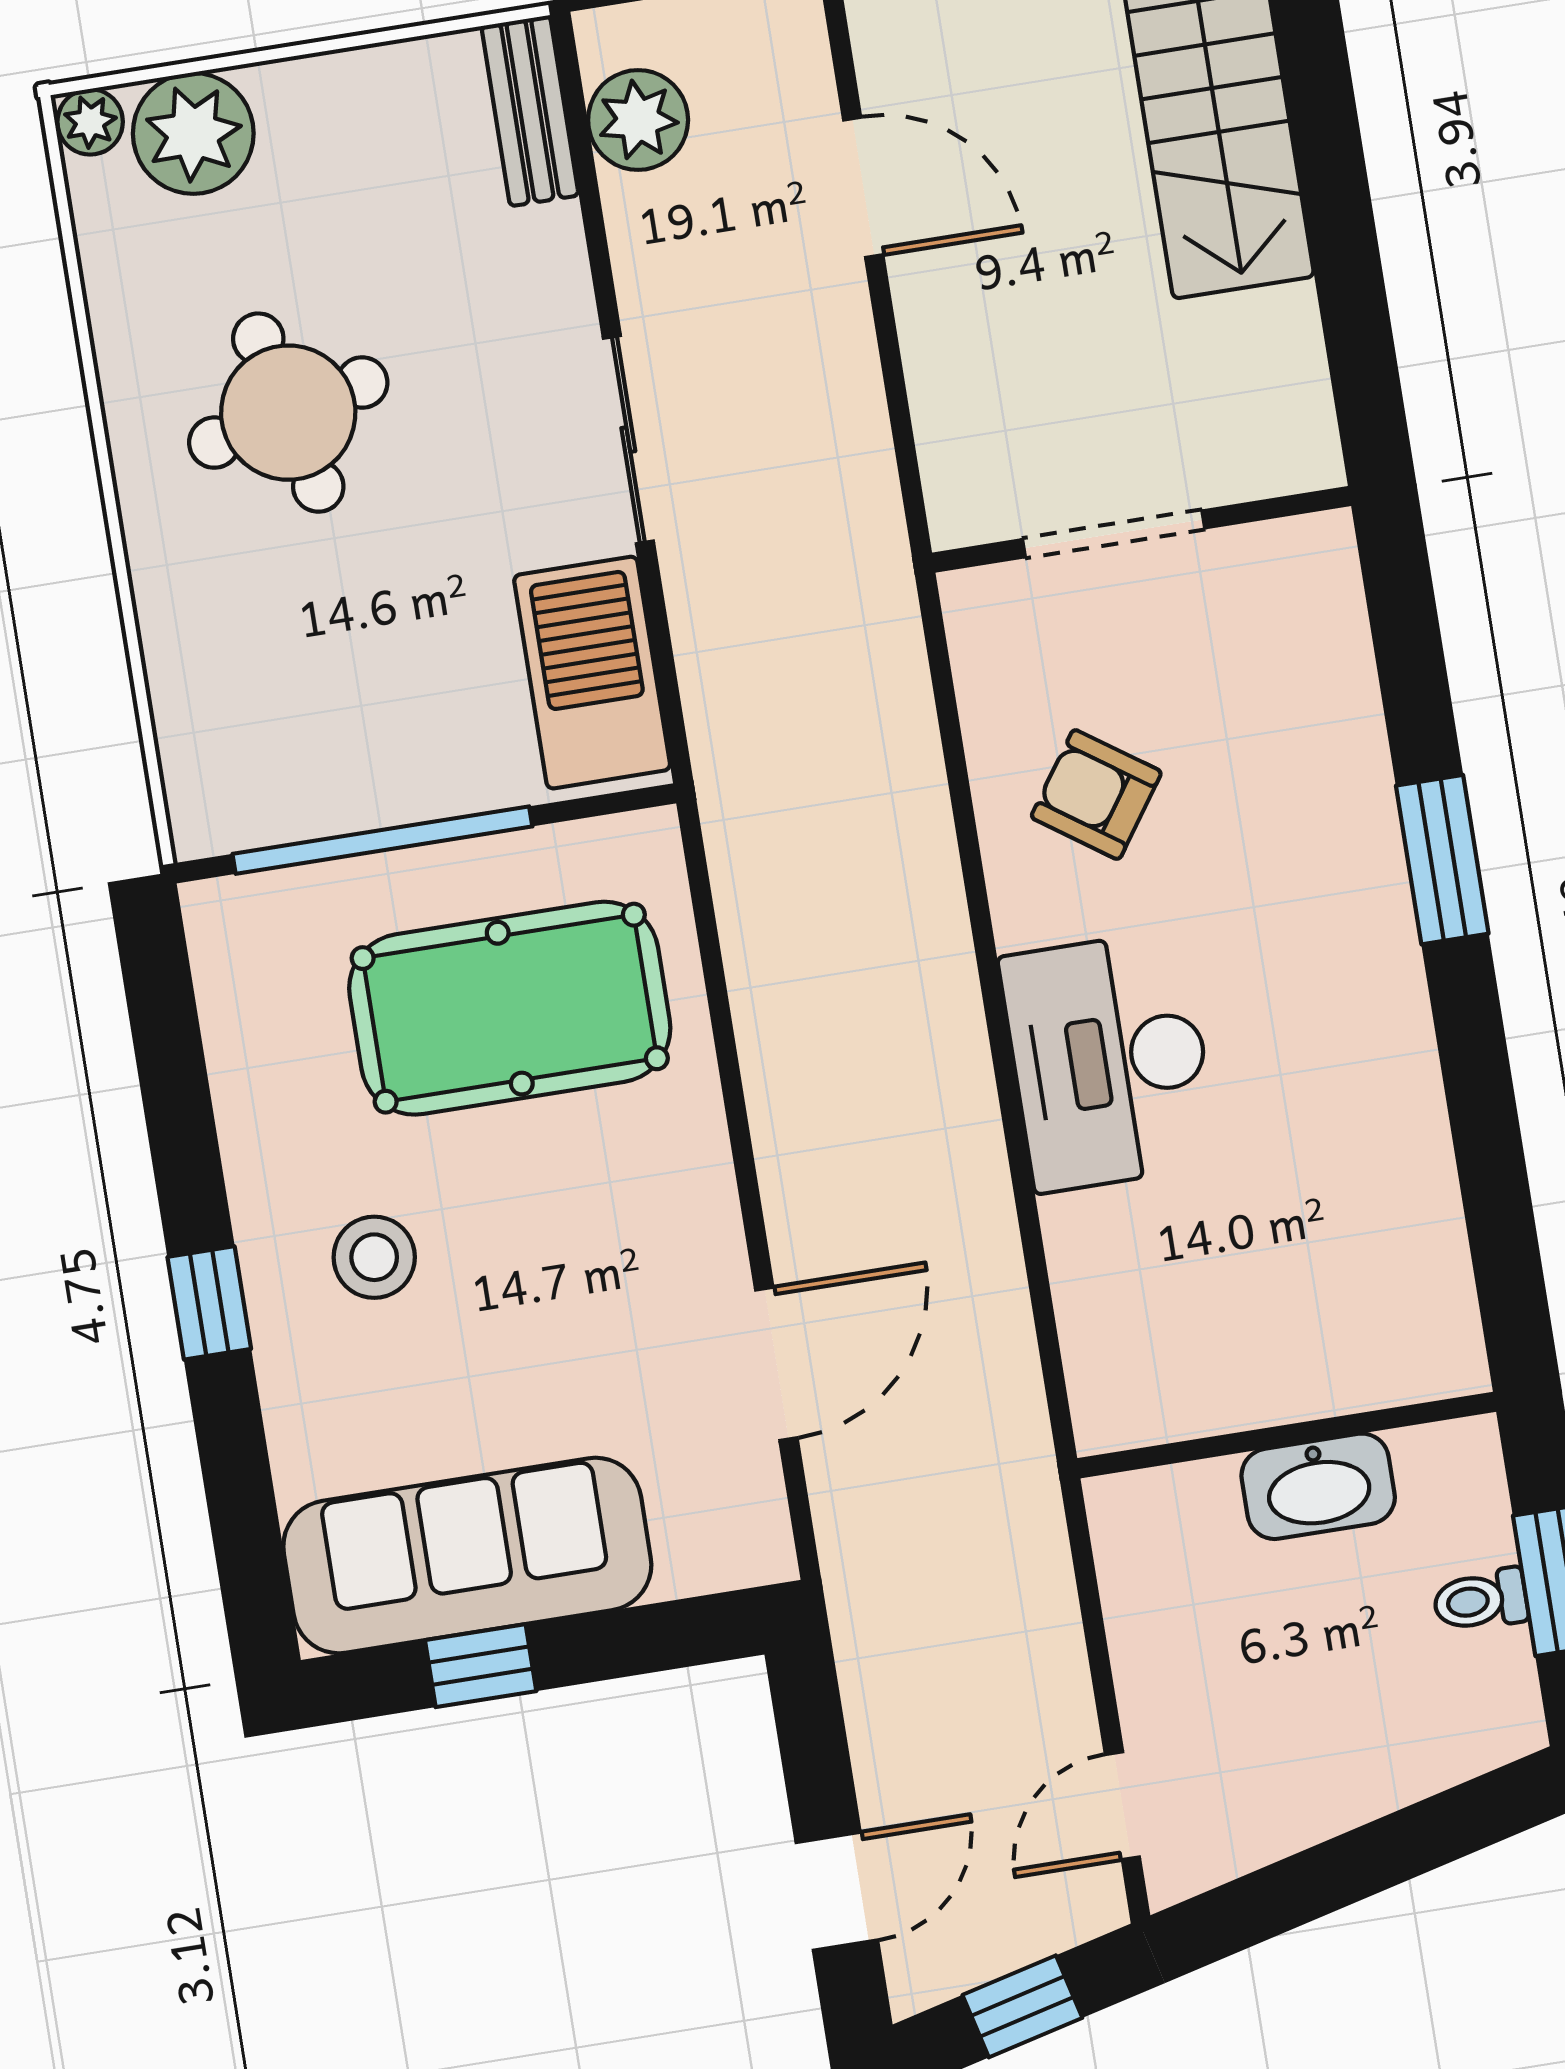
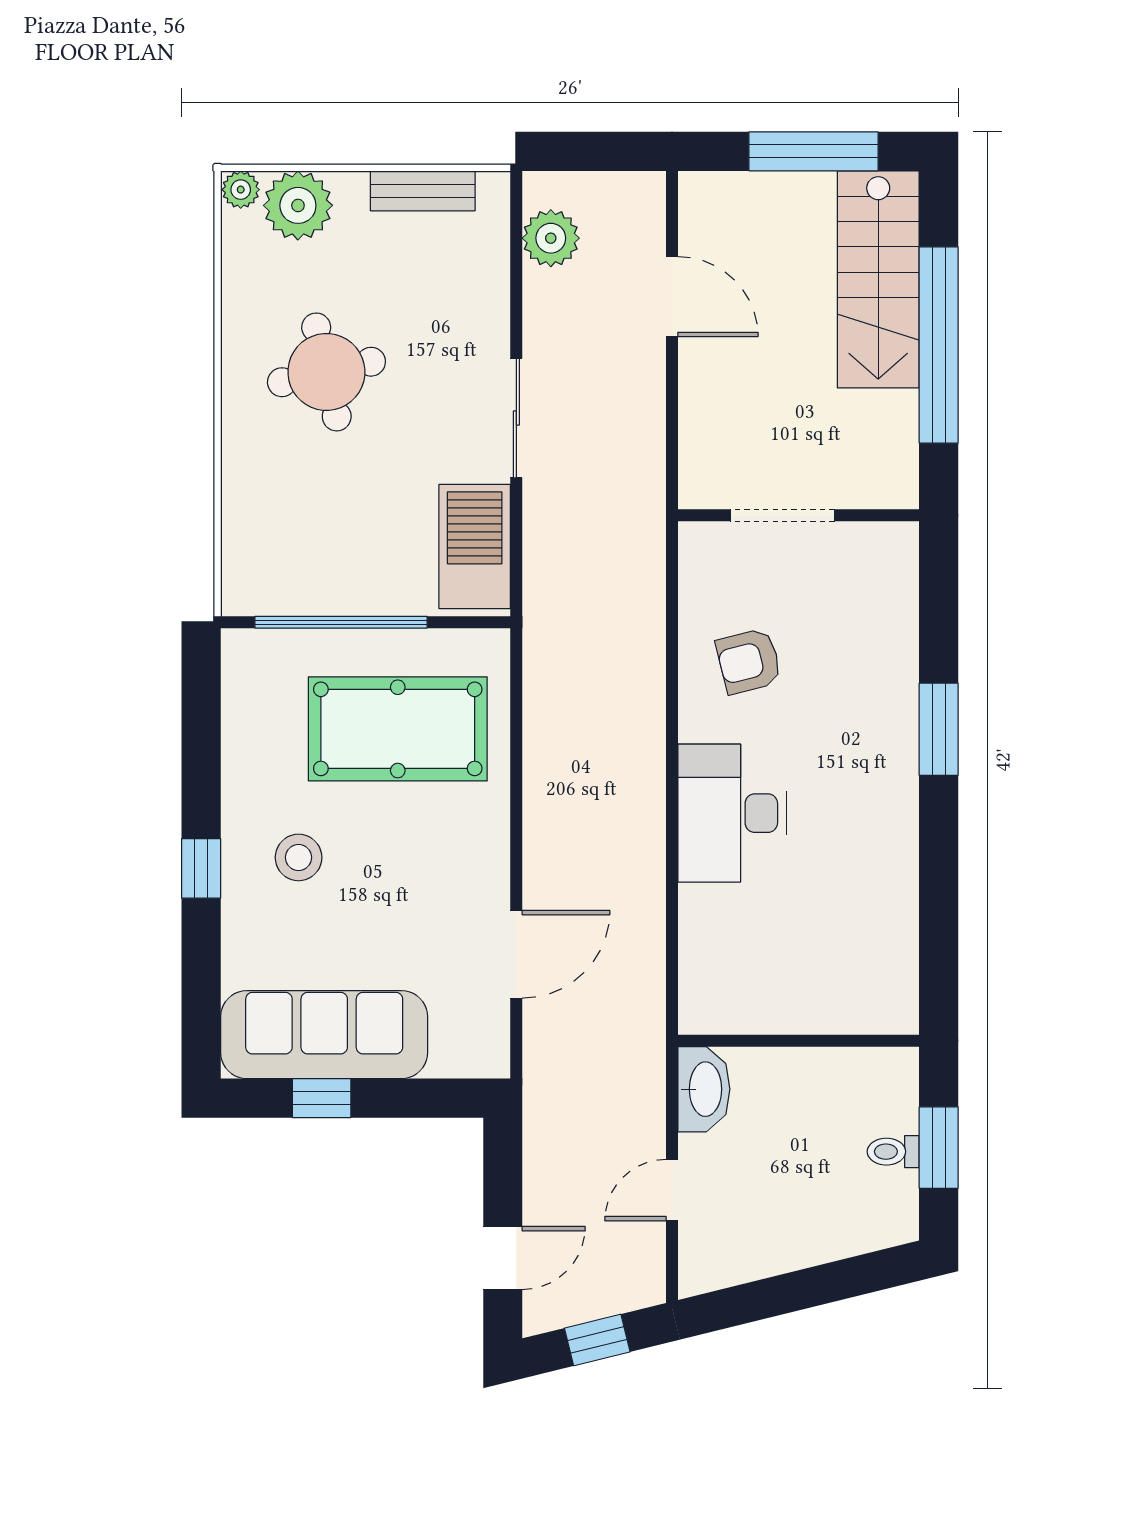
bench: (530, 111) -> (423, 191), moved, turned 90
window: (1336, 197) -> (939, 345), added
armchair: (1096, 795) -> (749, 661), turned -49
washbasin: (1318, 1486) -> (704, 1089), moved, turned -90
door: (1122, 1806) -> (672, 1190), moved

